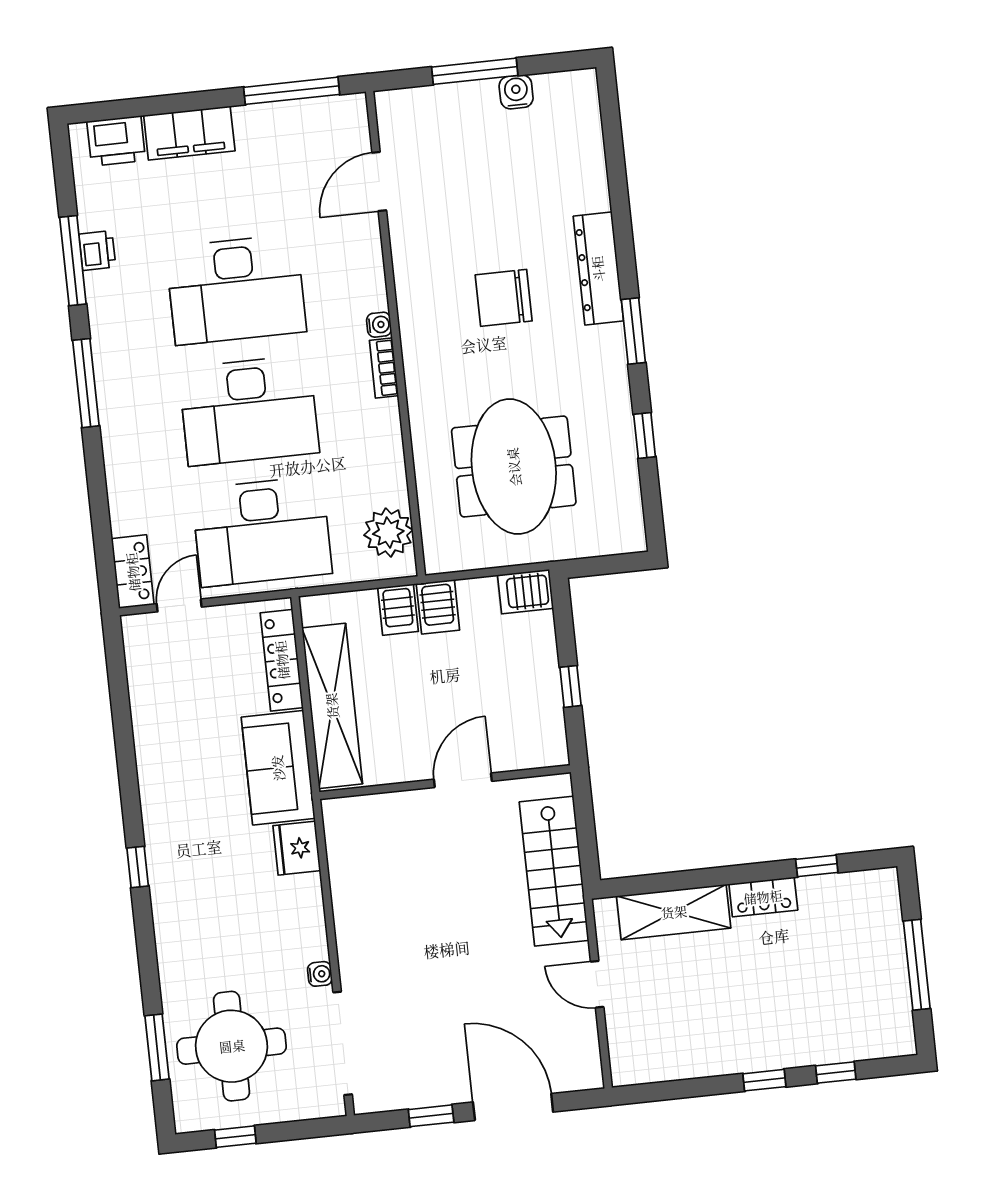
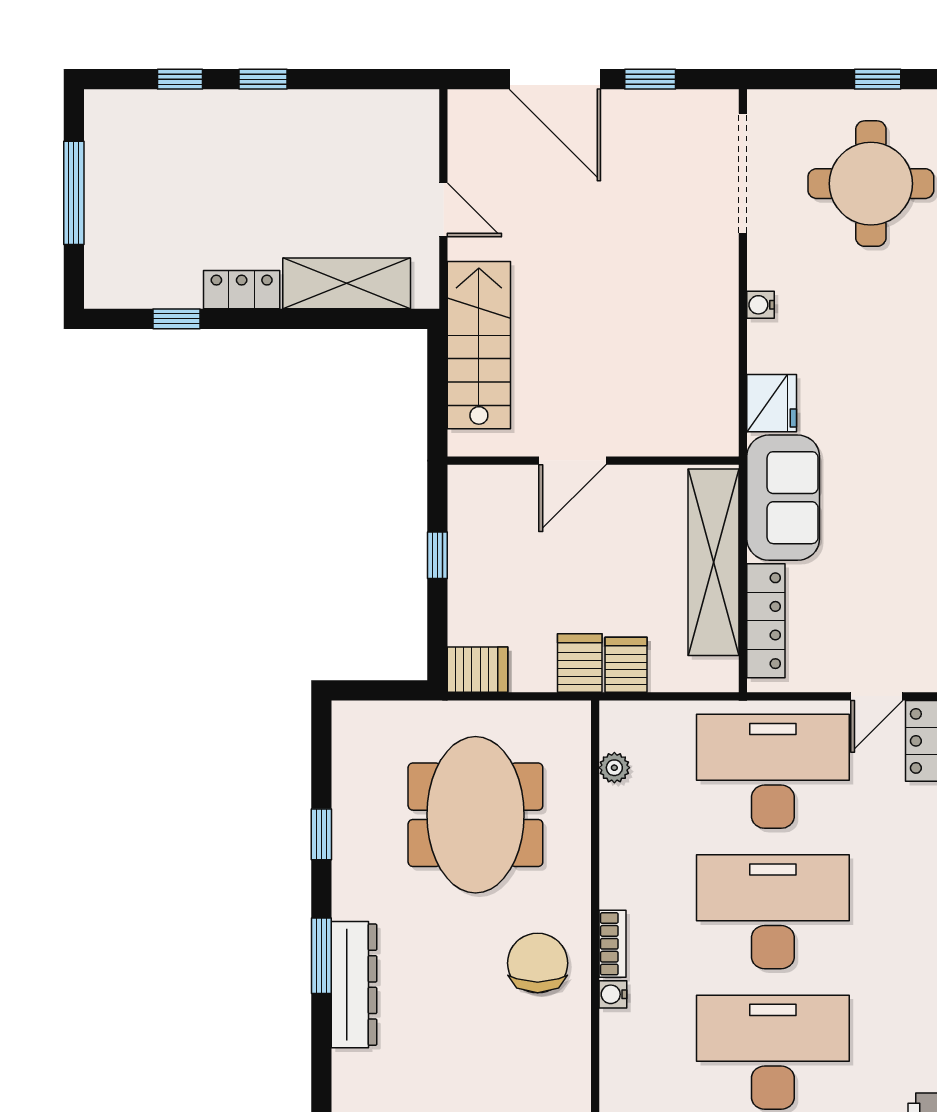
dresser: (598, 269) -> (354, 985), moved
chair: (504, 298) -> (538, 963), moved, turned -90
plant: (388, 533) -> (614, 768), width x0.53, depth x0.53
water cooler: (320, 974) -> (761, 305), moved

